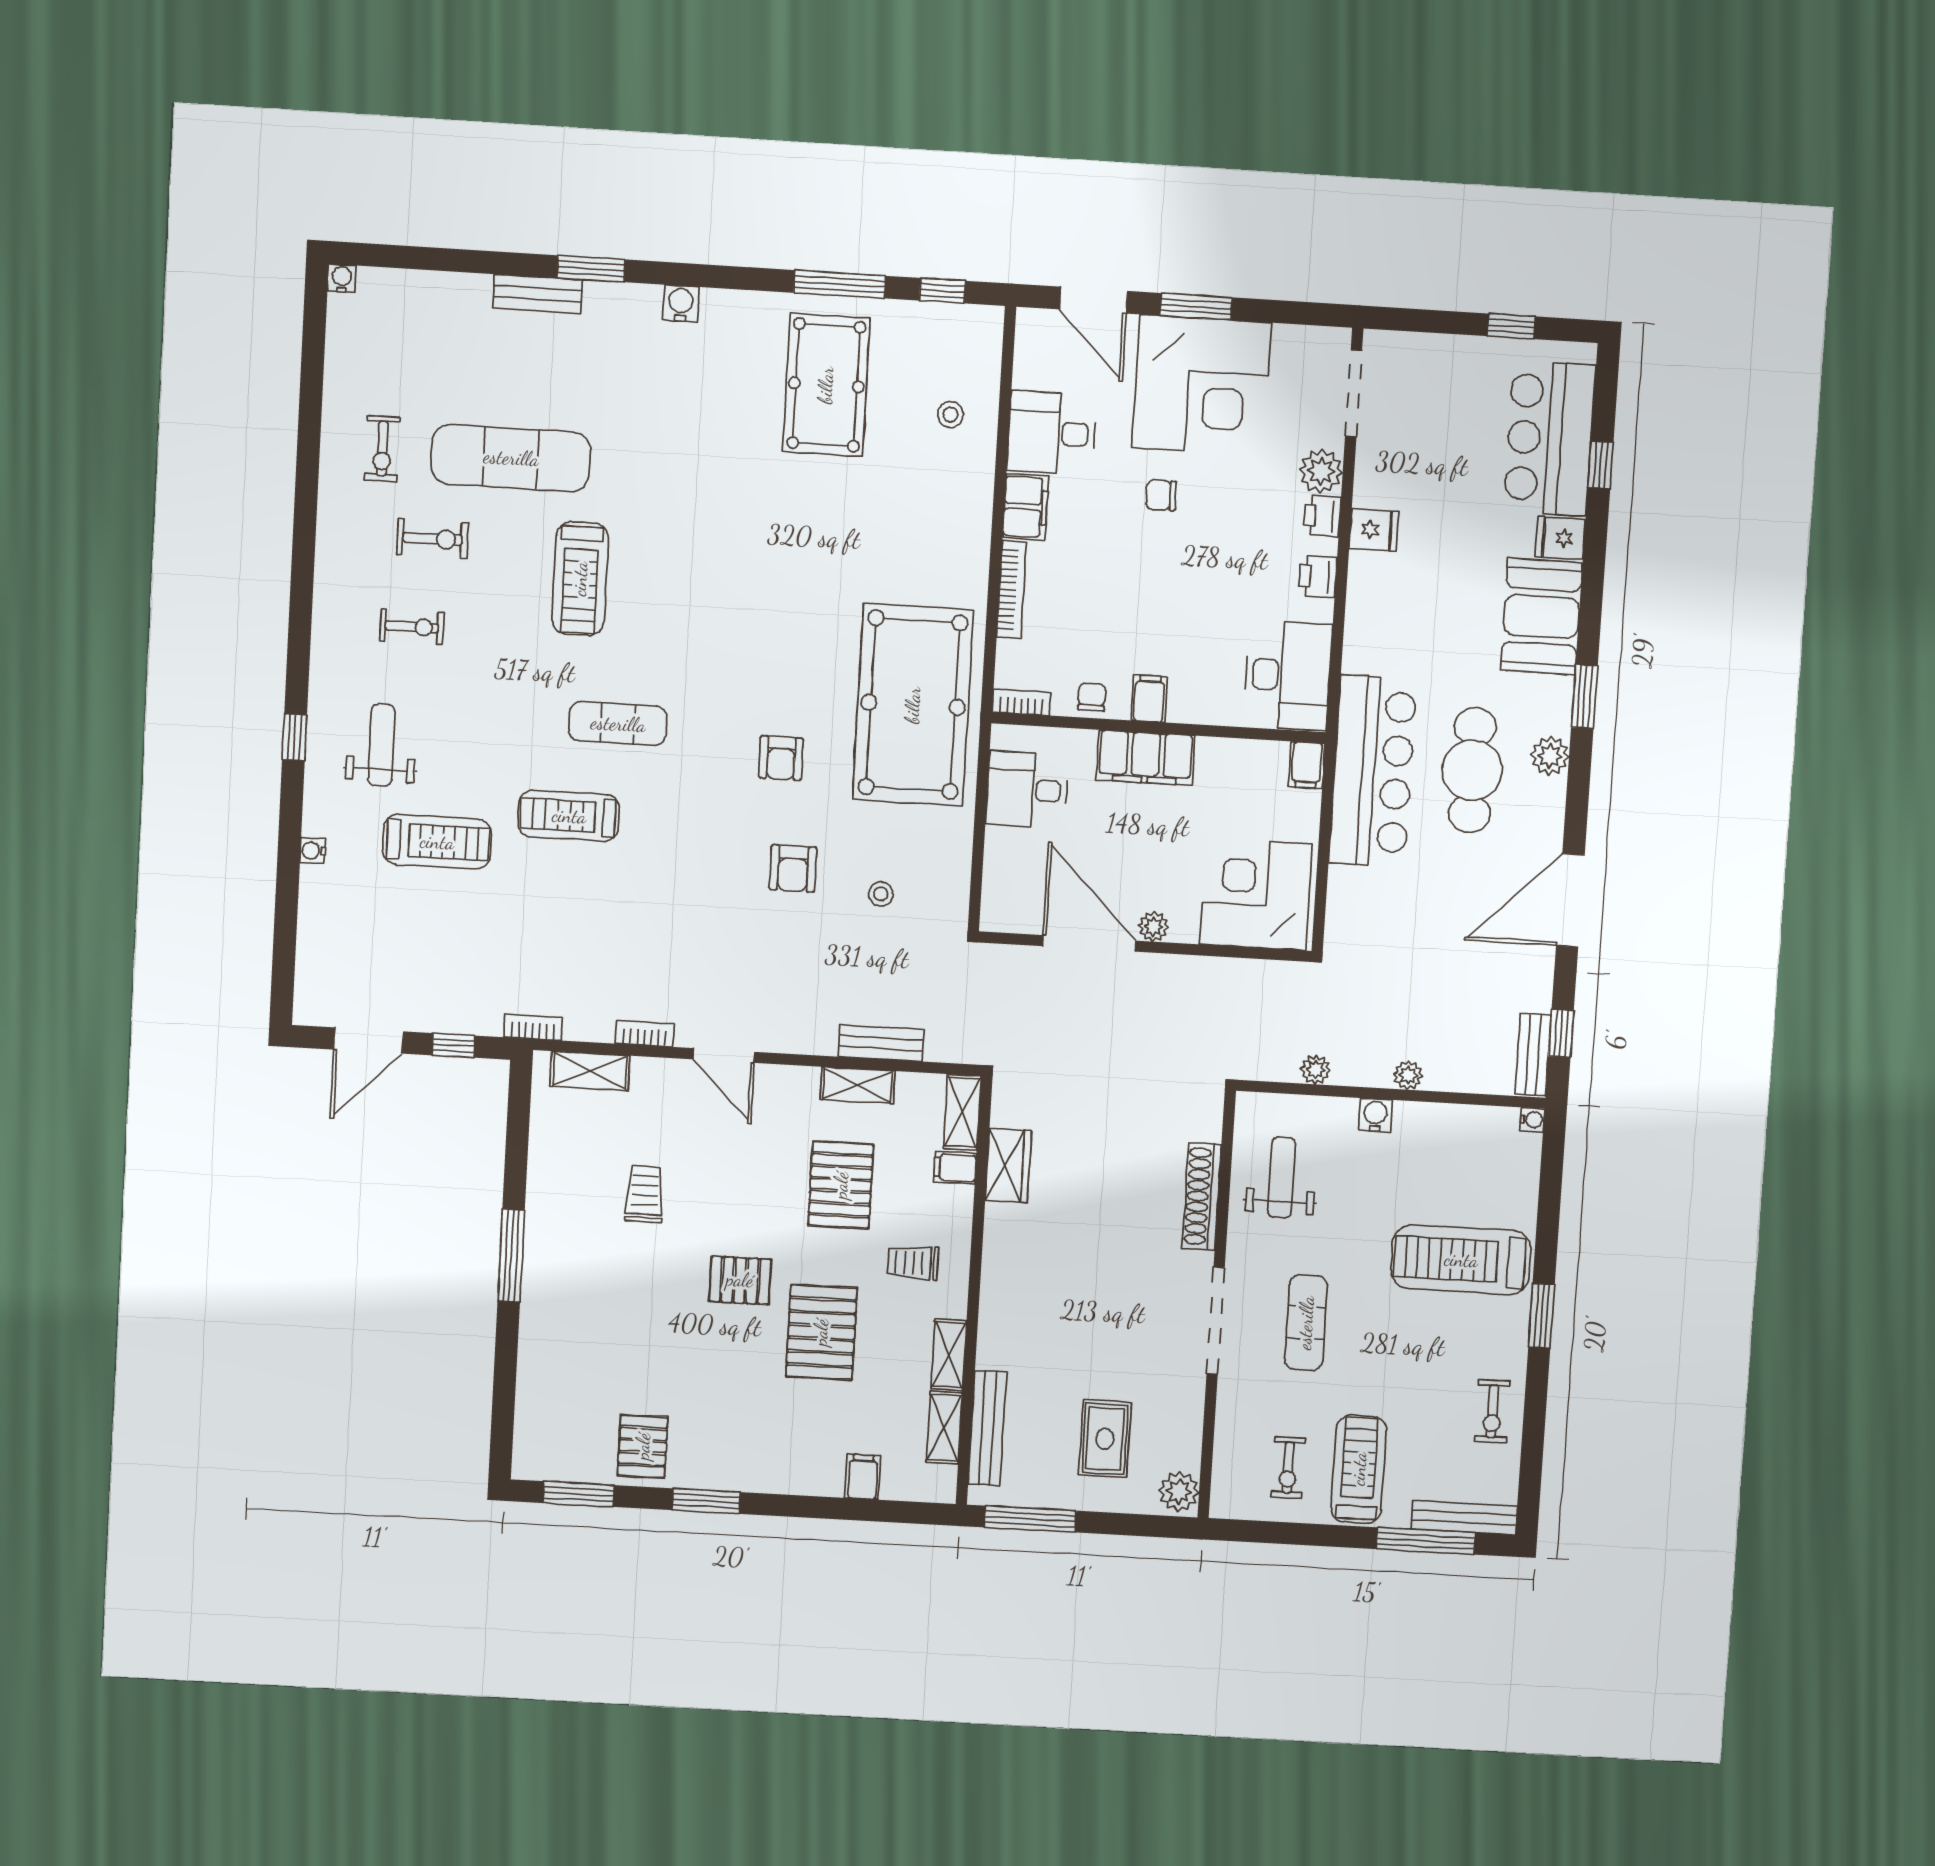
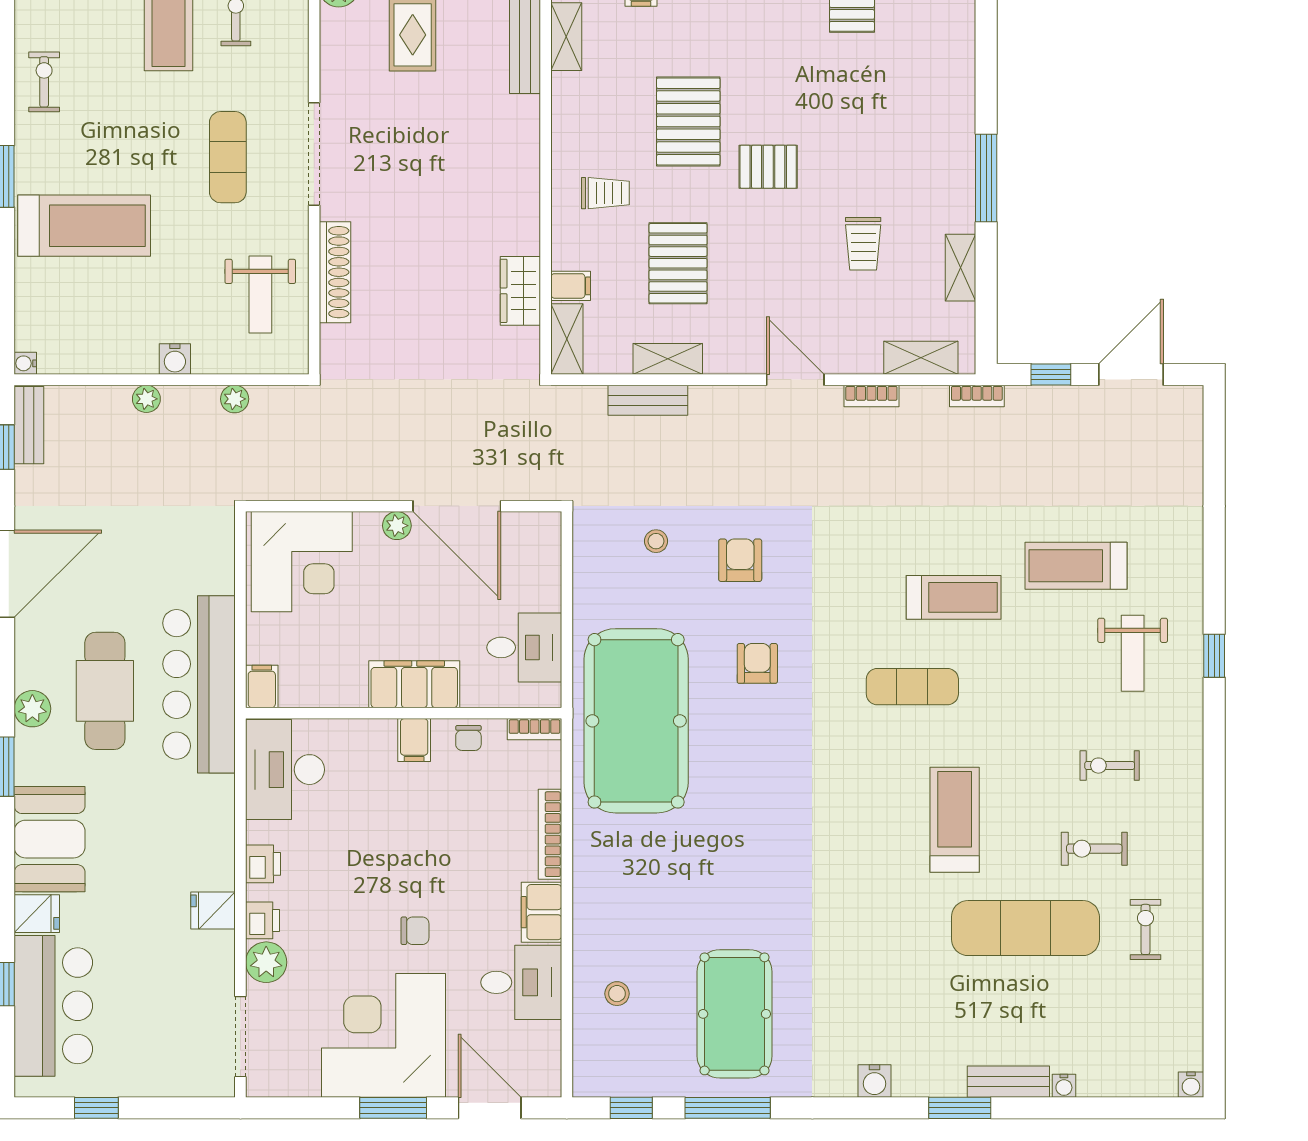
water cooler: (313, 851) -> (1064, 1086), moved, turned 90
shelving: (949, 1355) -> (961, 268), moved

